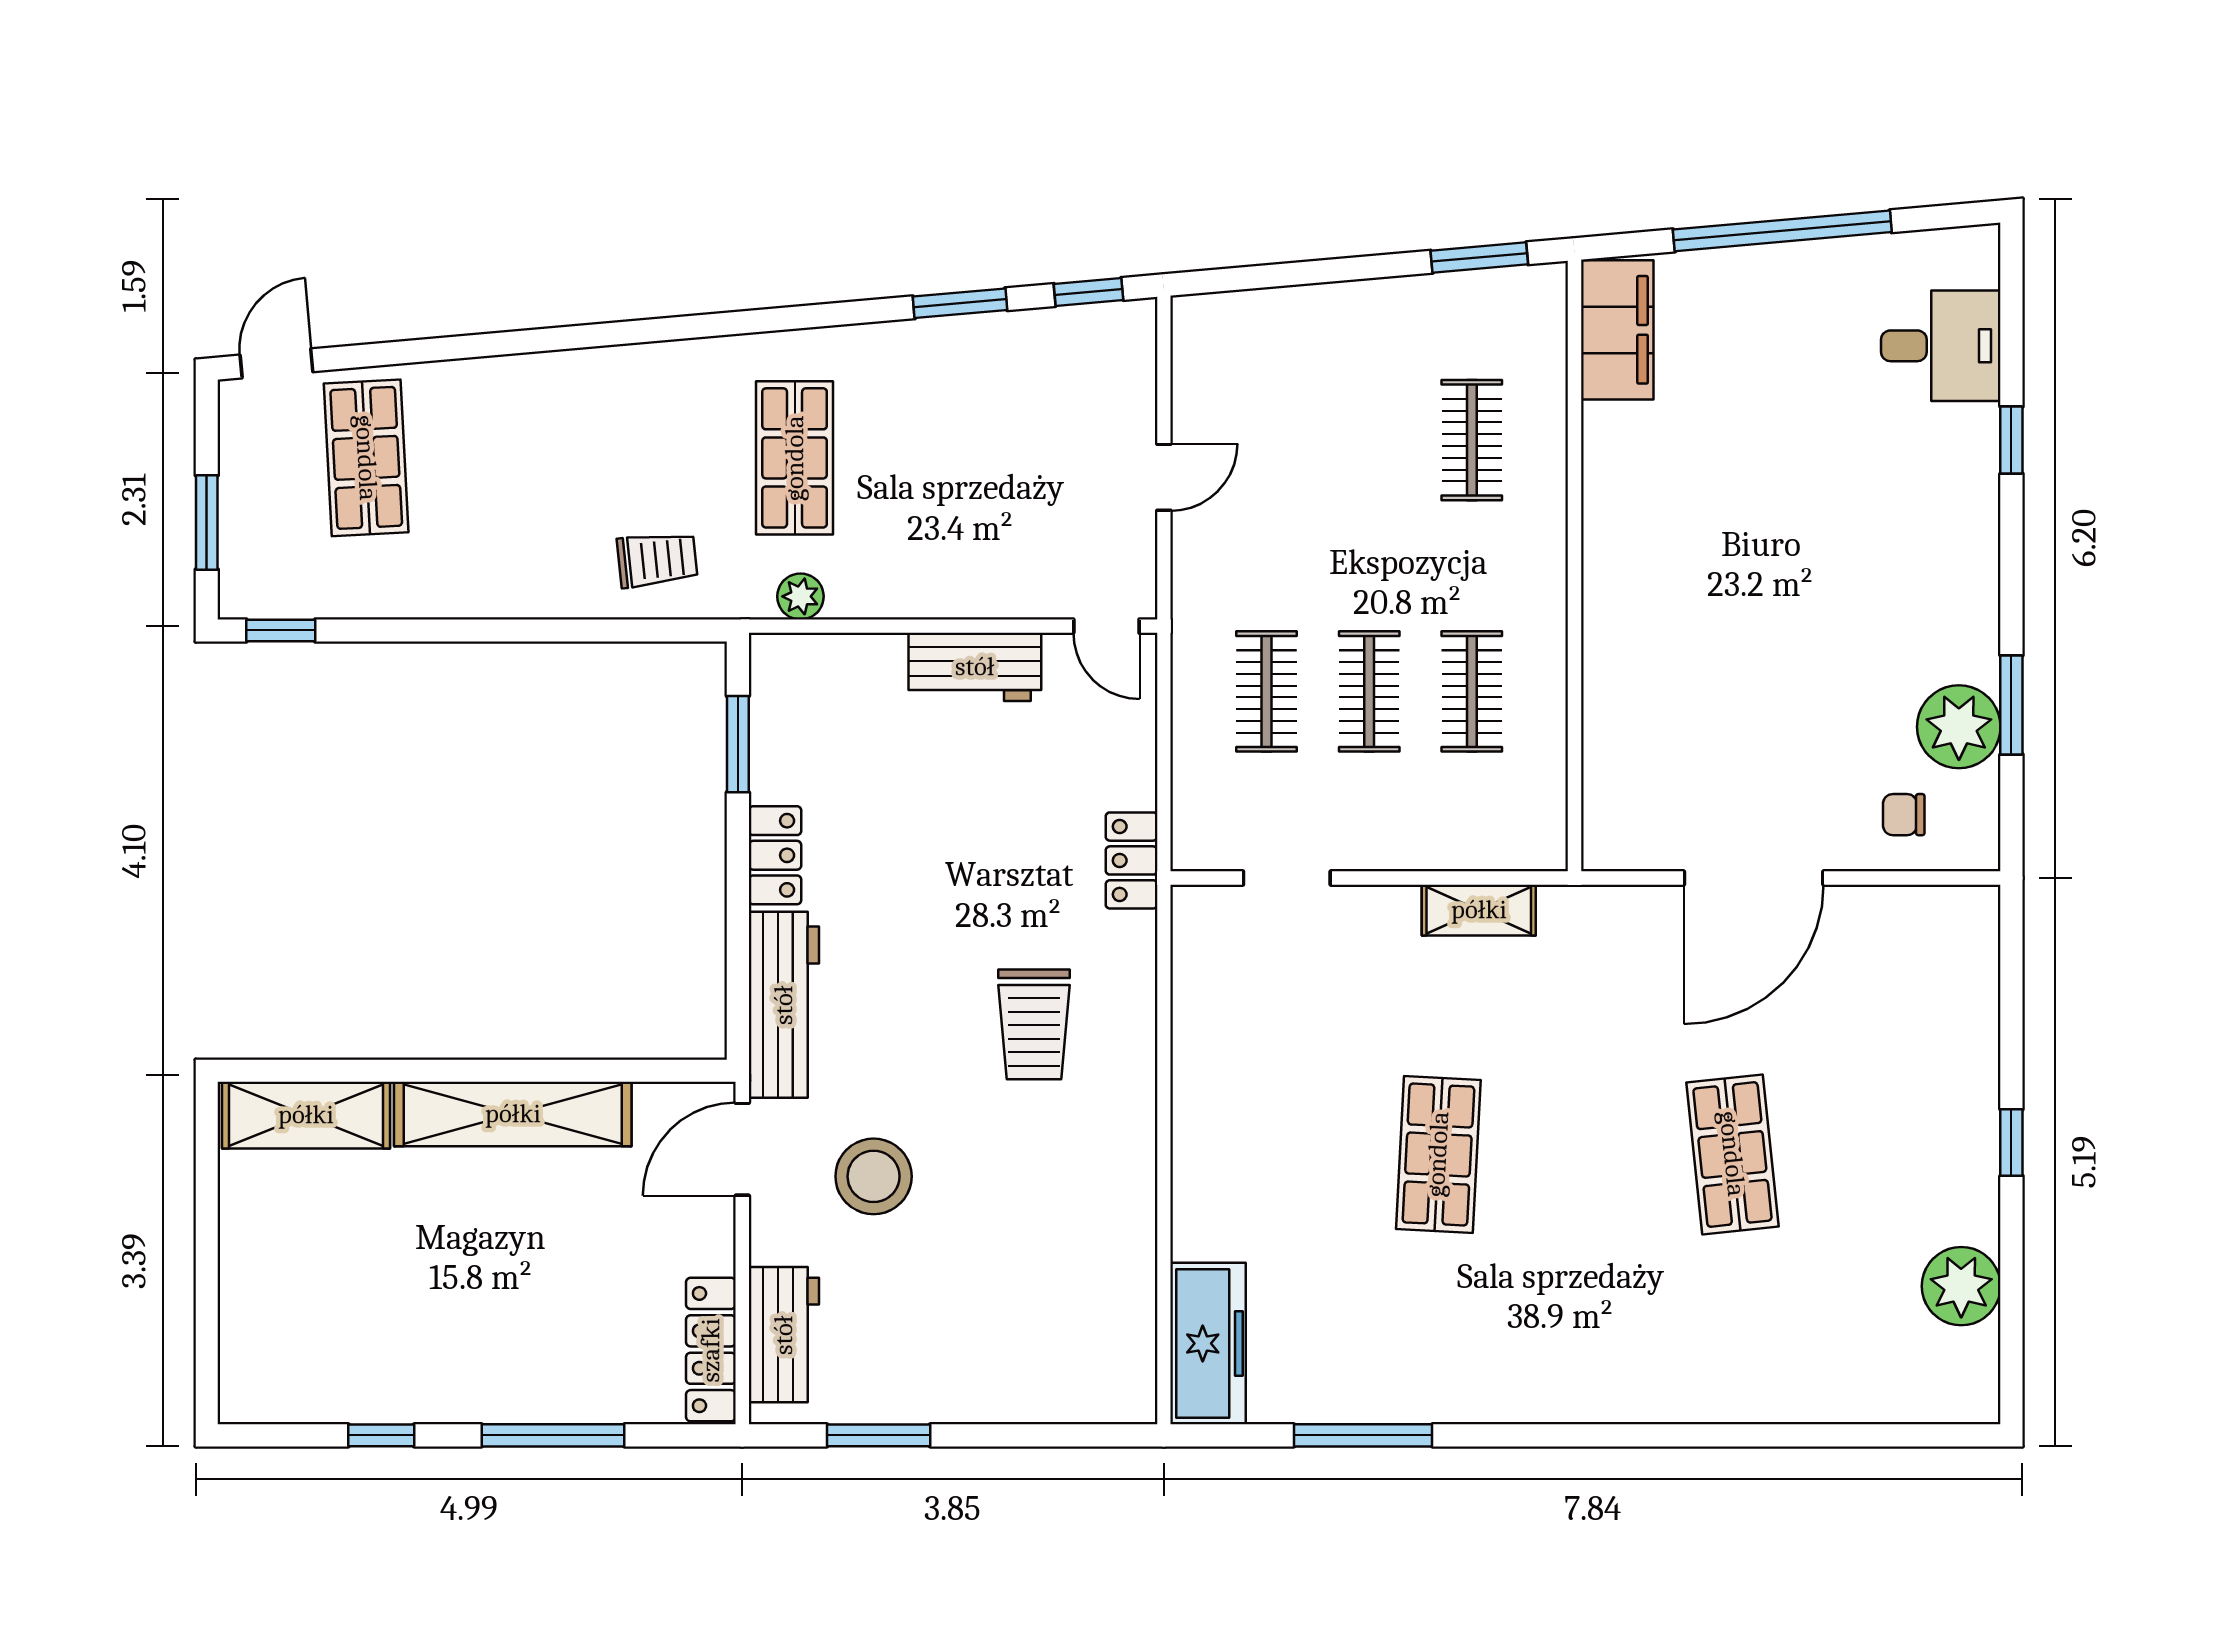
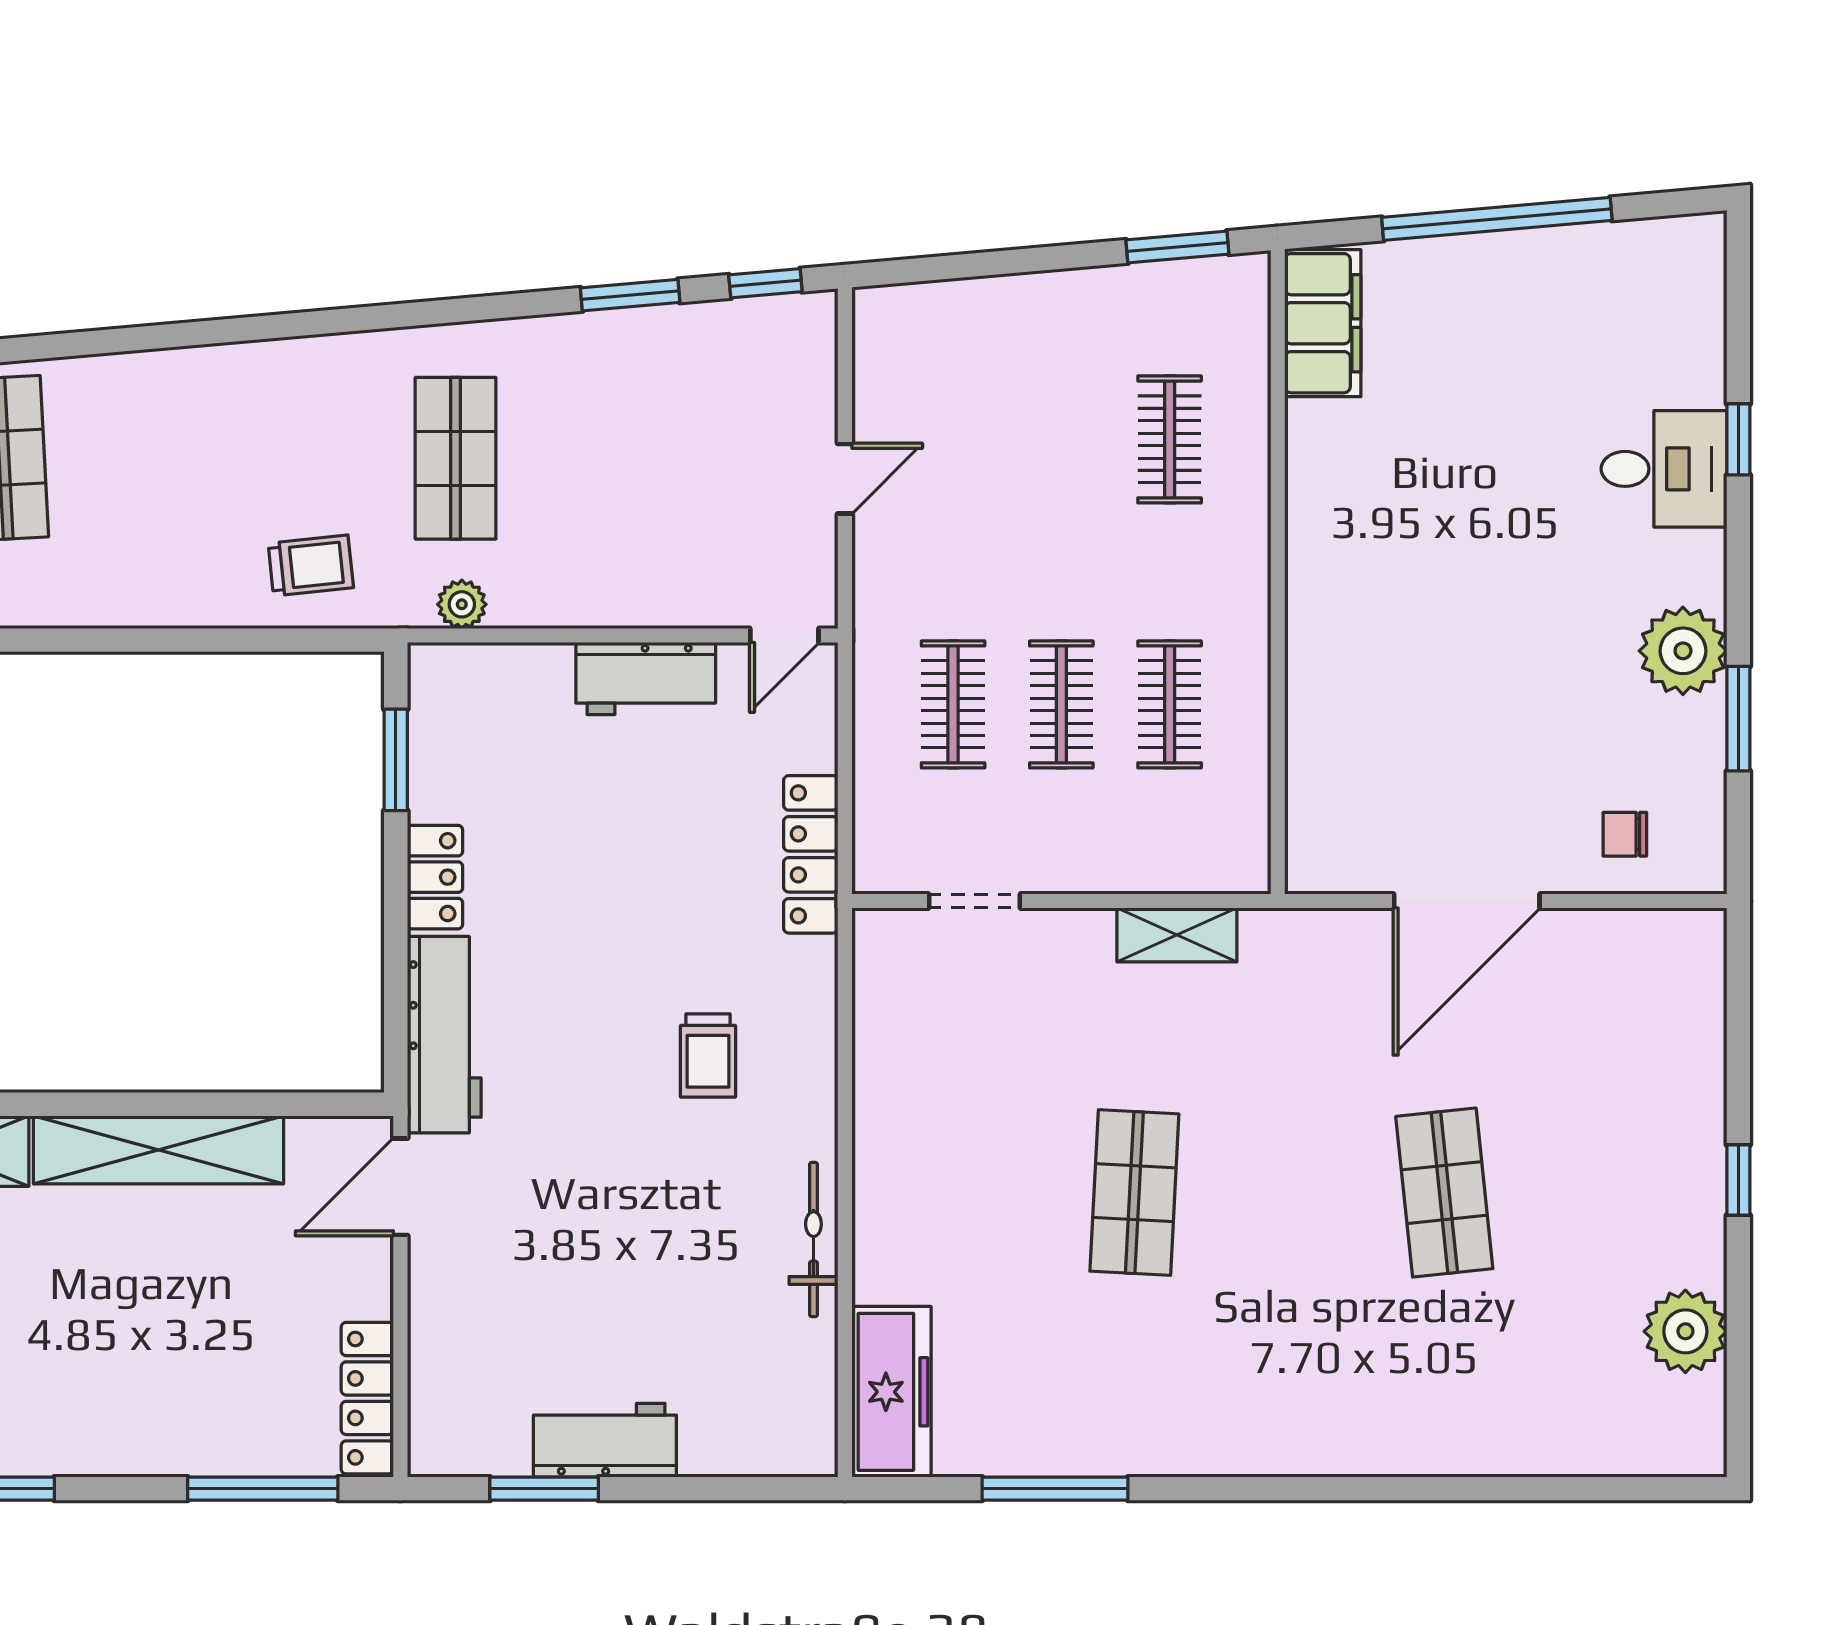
desk: (1941, 346) -> (1664, 469), moved
door: (1106, 626) -> (784, 636), hinge flipped
plant: (1959, 727) -> (1683, 651), moved
locker: (1132, 860) -> (811, 854), width x1.53
trolley: (1034, 1024) -> (708, 1055), width x0.73, depth x0.72
stool: (874, 1176) -> (539, 1216), removed
bicycle: (1134, 1199) -> (813, 1239), added
workbench: (784, 1335) -> (605, 1440), moved, turned -90
window: (553, 1435) -> (263, 1489), moved

